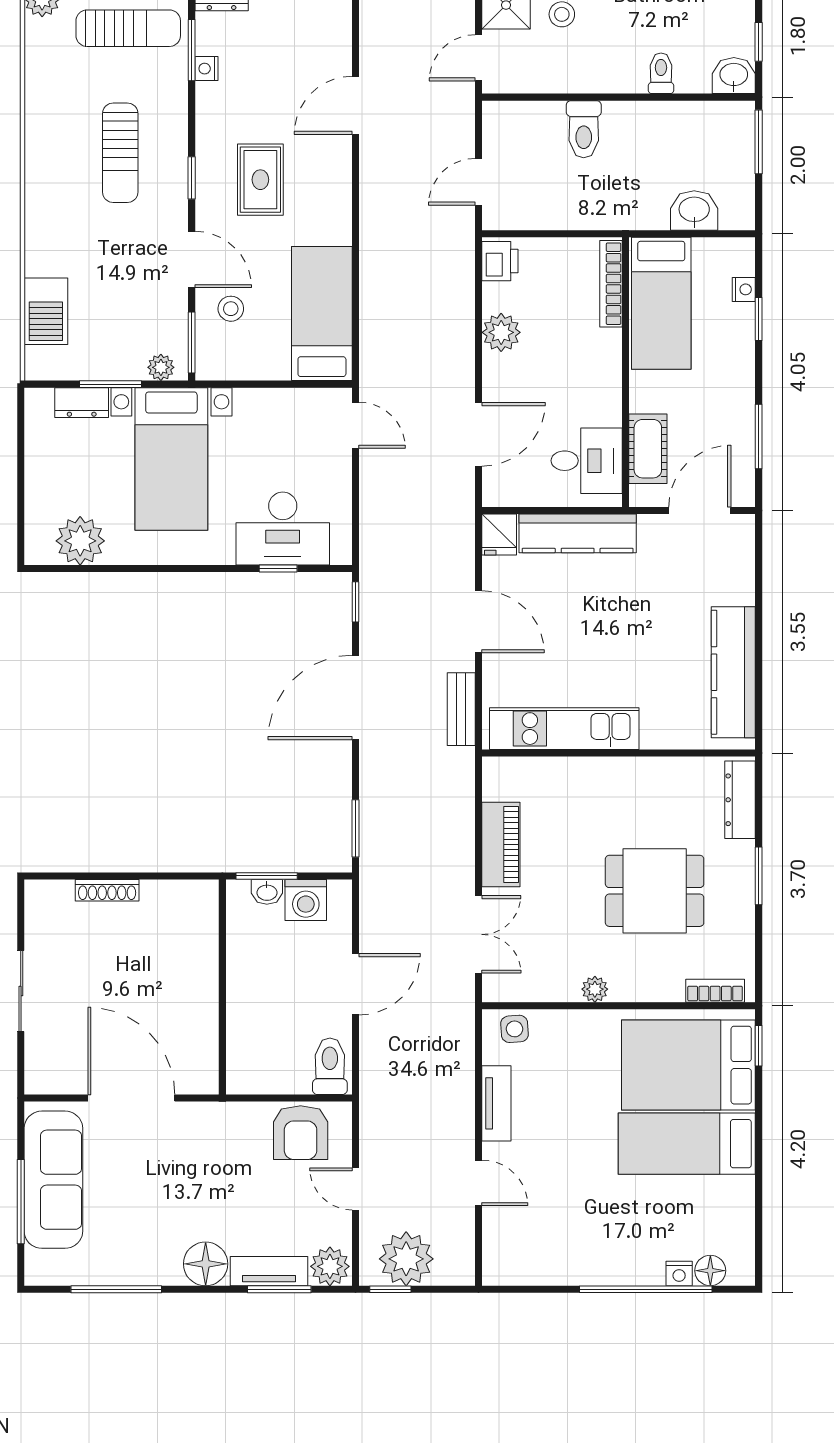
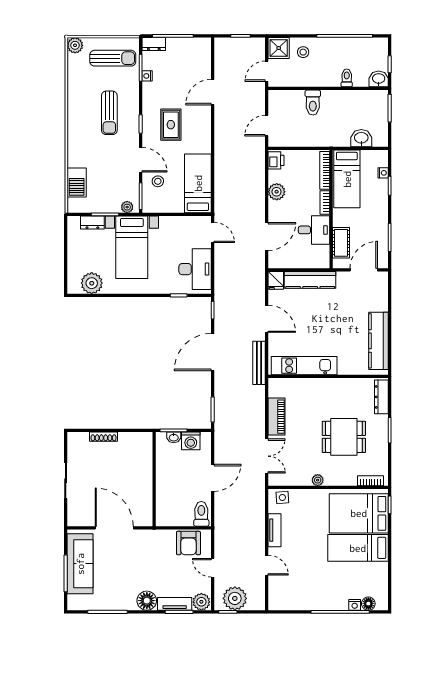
bookcase: (611, 357) -> (325, 202), added
desk: (587, 461) -> (314, 230), moved
desk: (283, 529) -> (195, 269), moved, turned -90
bench: (461, 709) -> (259, 363), width x1.36

